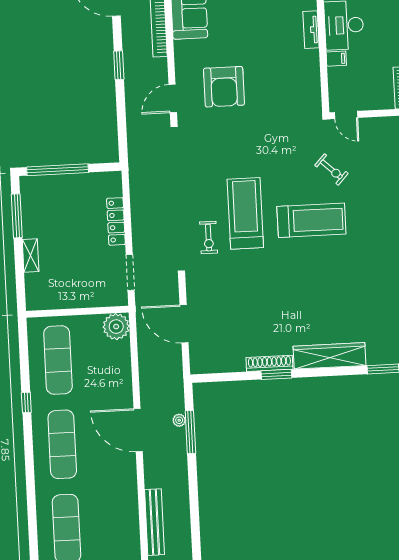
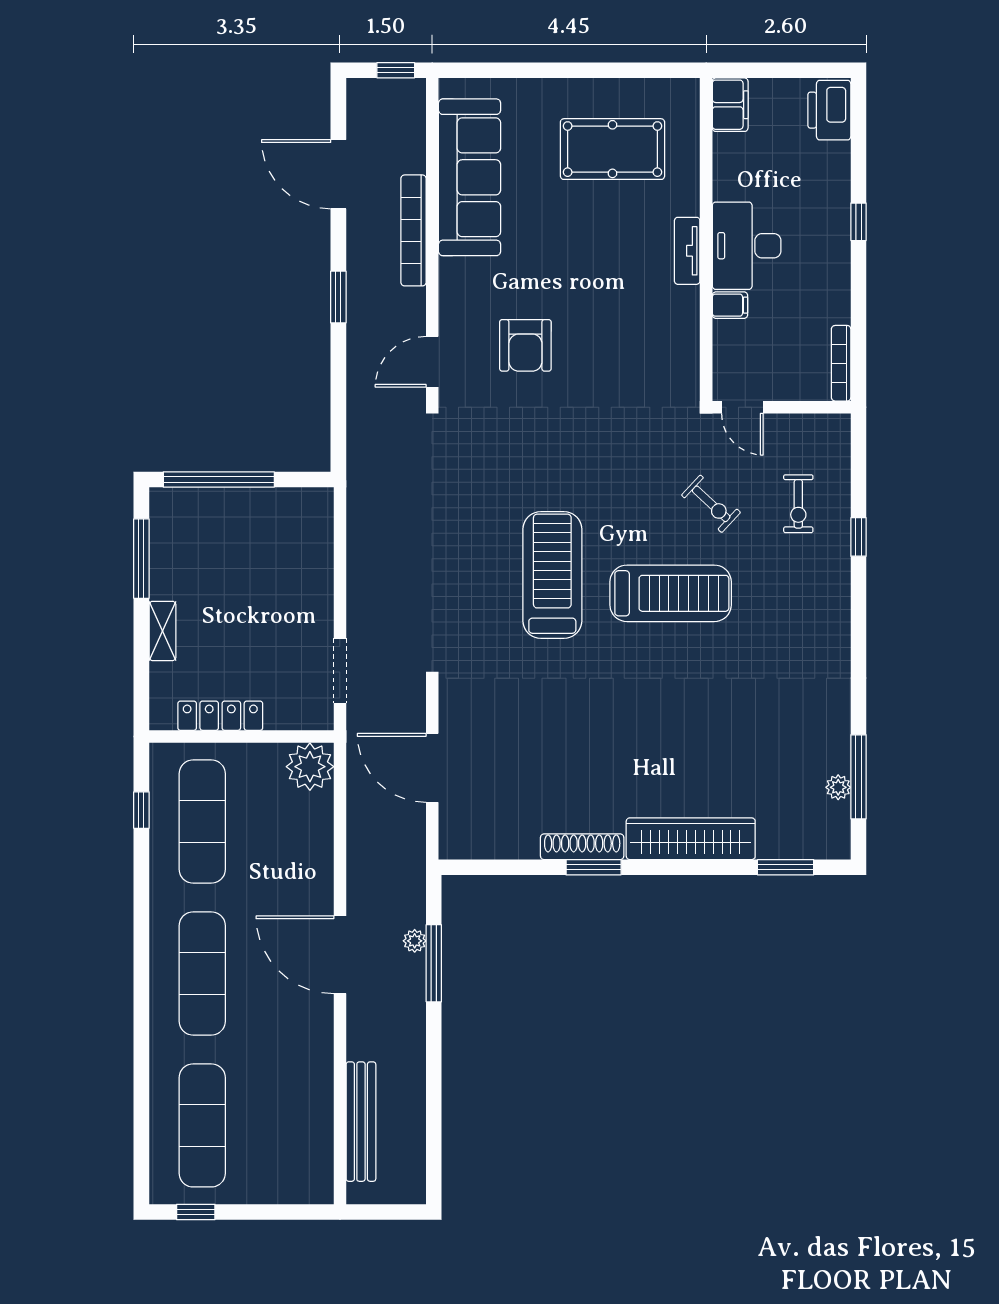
armchair: (224, 87) -> (525, 345), width x0.73, depth x0.73
locker: (116, 221) -> (220, 716), moved, turned 90
exercise bike: (209, 238) -> (798, 504), moved
window: (26, 402) -> (141, 810), moved

